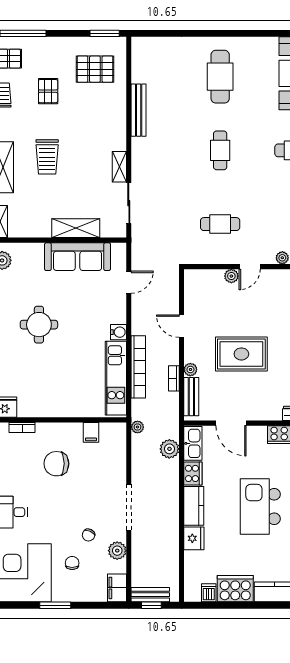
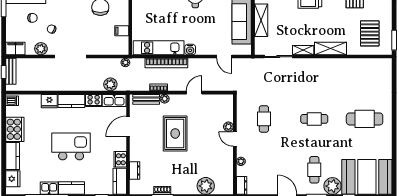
bench: (139, 110) -> (342, 63), removed
shelving: (117, 127) -> (330, 49), added
dishwasher: (209, 593) -> (12, 101), moved

